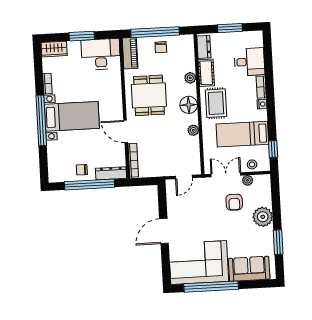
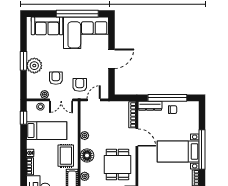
armchair: (203, 195) -> (80, 85), added
window: (278, 242) -> (23, 61), moved

